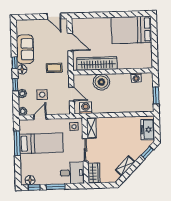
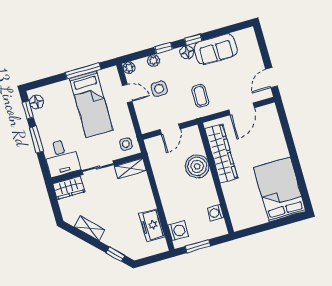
washing machine: (86, 108) -> (178, 231), moved
freezer: (148, 130) -> (152, 225), moved, turned -90

